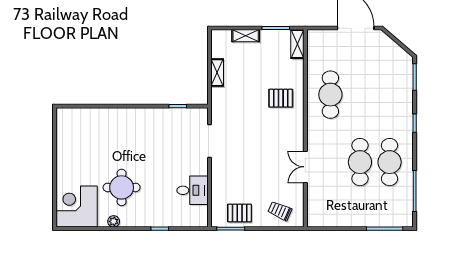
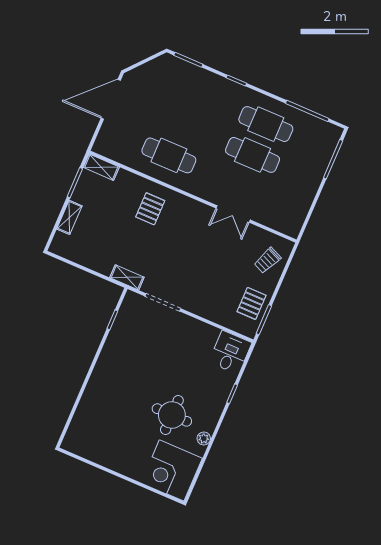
shelving: (217, 73) -> (127, 277), moved
desk: (192, 190) -> (230, 352), moved

